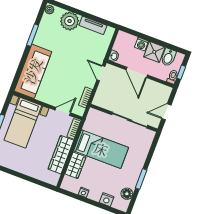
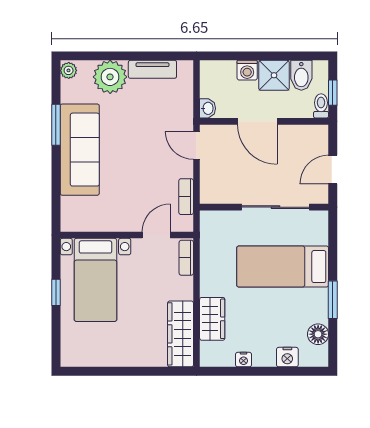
sofa: (33, 71) -> (80, 150), moved
bed: (101, 149) -> (283, 267), moved, turned 180
wardrobe: (61, 155) -> (181, 334), moved

